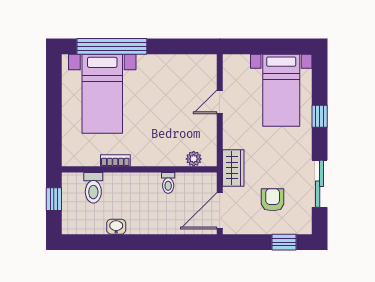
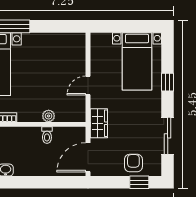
door: (220, 102) -> (88, 86), moved
plant: (194, 159) -> (49, 116), moved
armchair: (273, 200) -> (133, 163), moved

